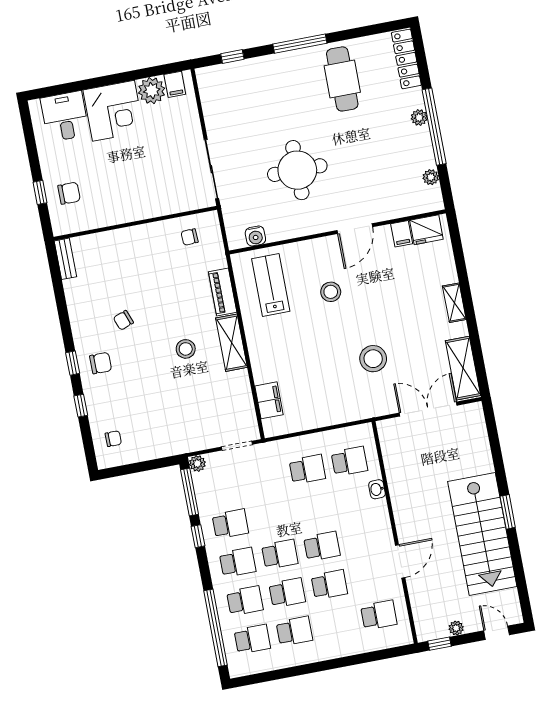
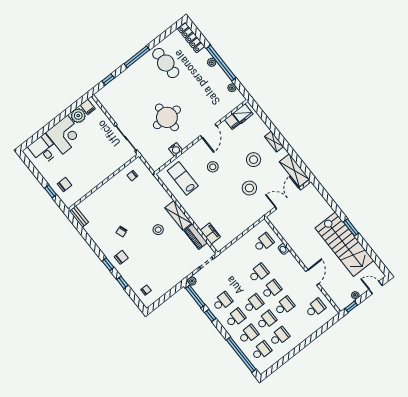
water cooler: (255, 236) -> (175, 149), moved
piano: (223, 292) -> (196, 237), moved
stool: (404, 315) -> (254, 160), added
school desk: (307, 469) -> (258, 273), moved

